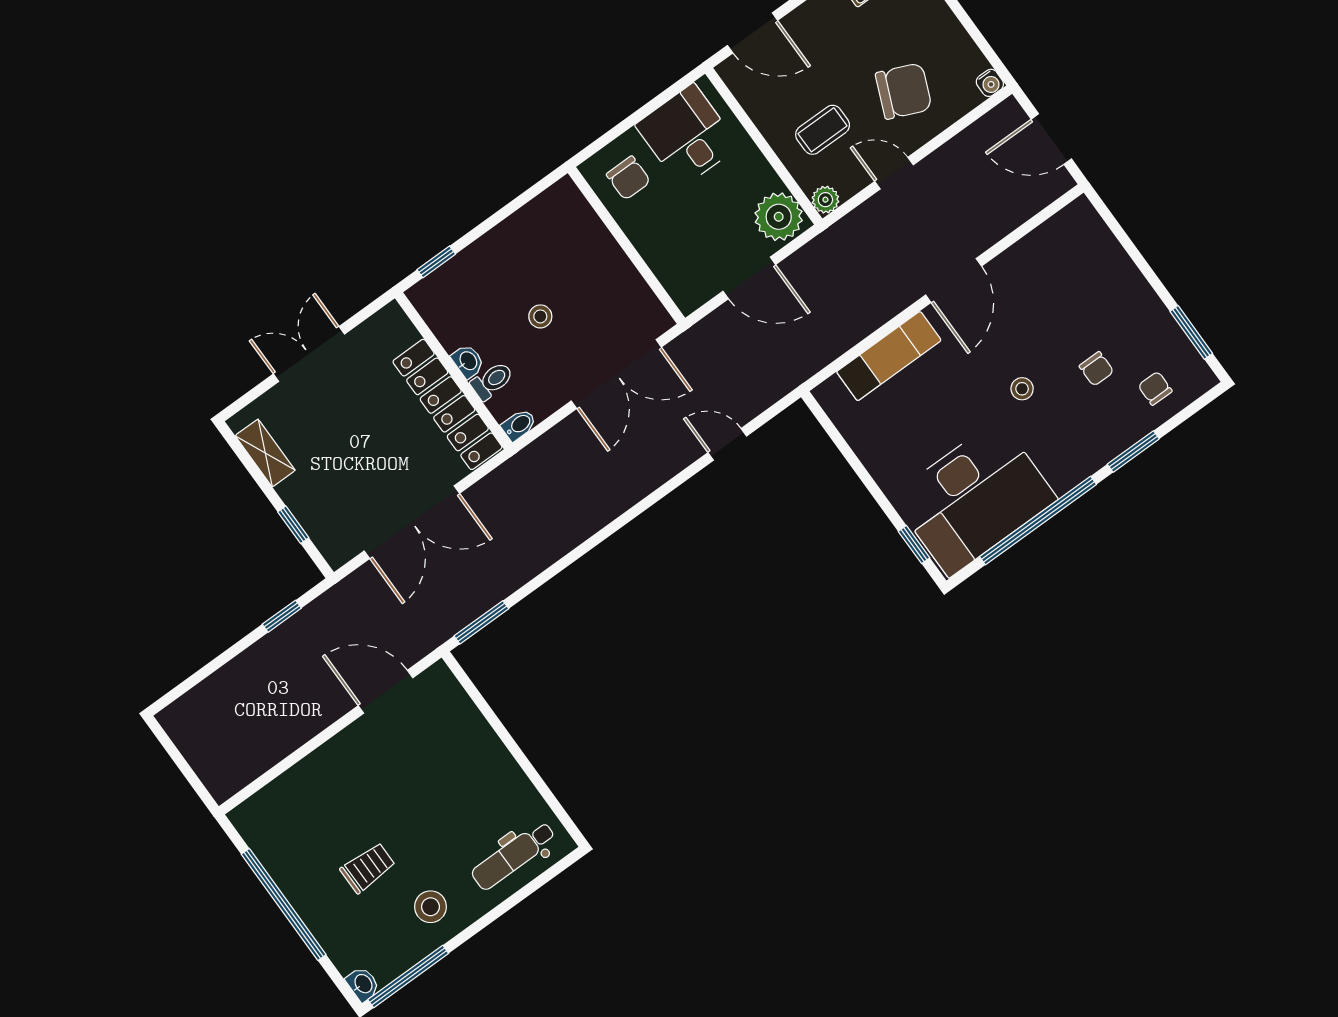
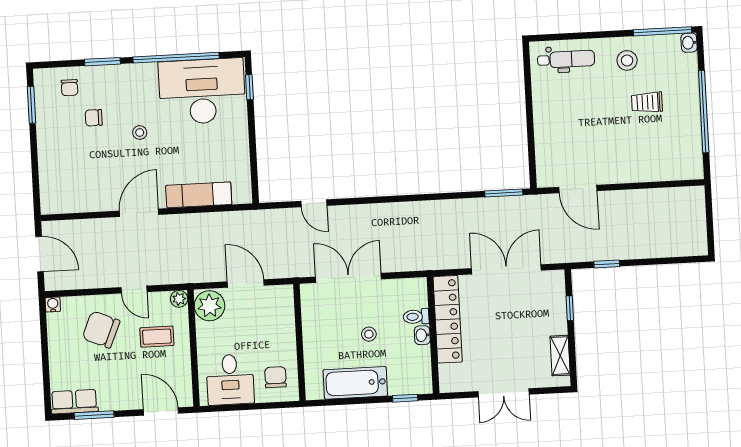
bathtub: (516, 239) -> (355, 383), added
chair: (1096, 369) -> (94, 118), turned -90
bidet: (519, 425) -> (417, 284), removed

